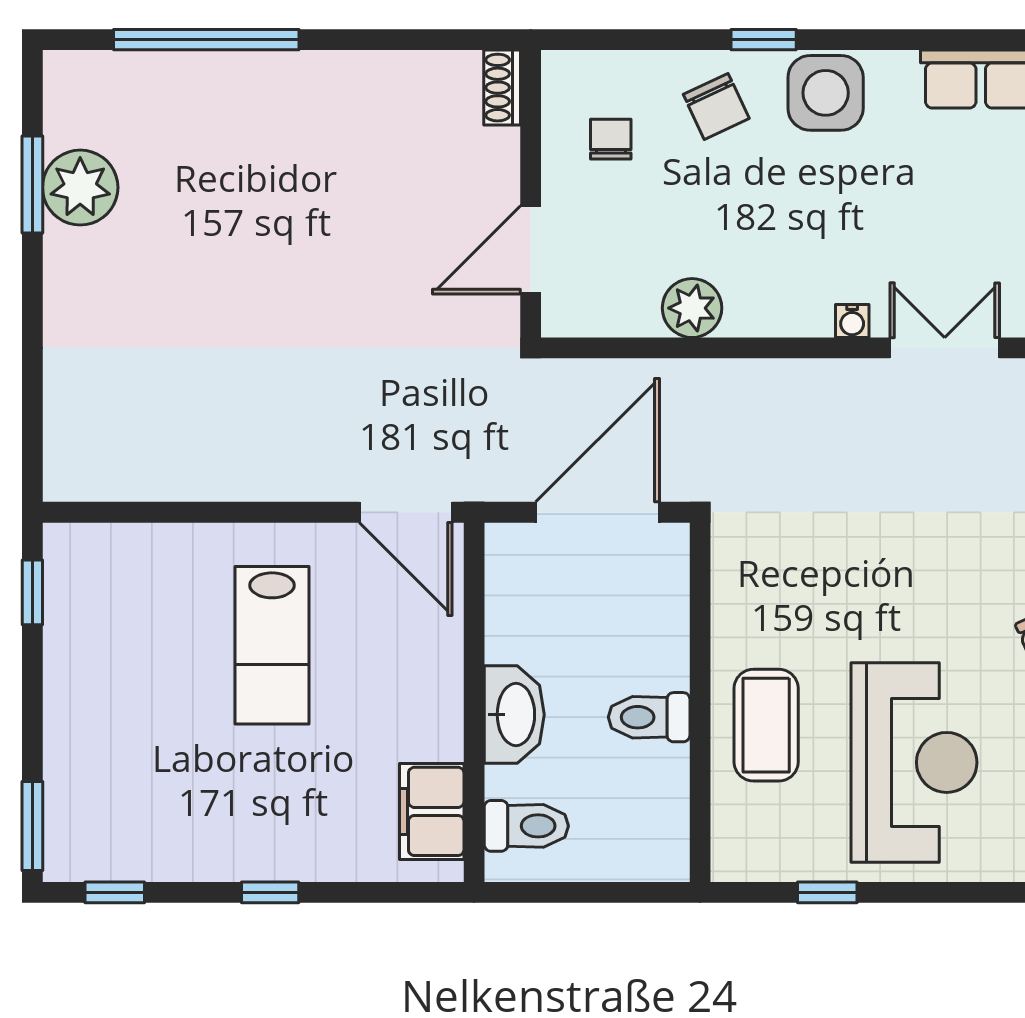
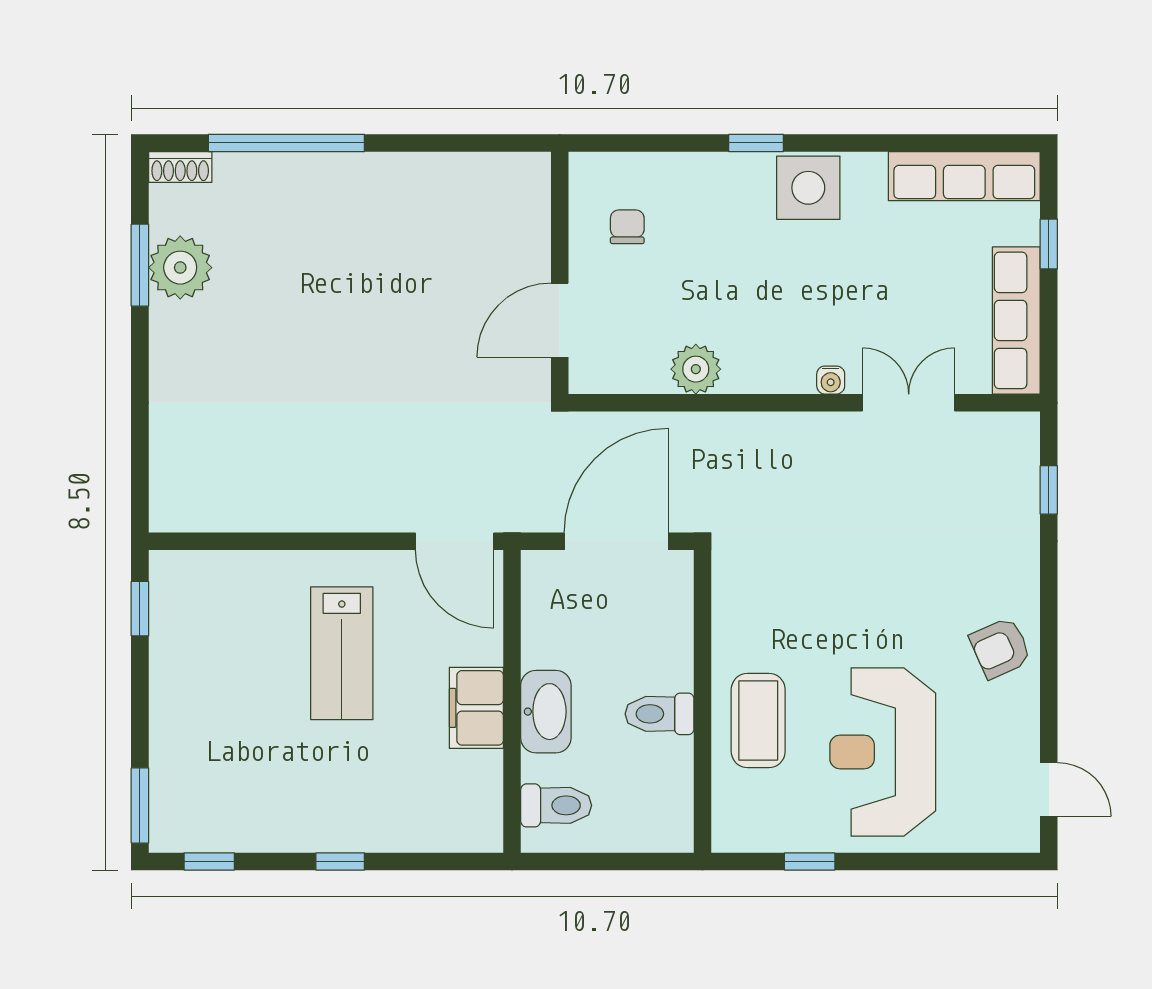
shoe rack: (502, 88) -> (180, 167), moved, turned -90
chair: (716, 106) -> (716, 199), removed
reception desk: (914, 762) -> (883, 752), turned 180
filing cabinet: (432, 811) -> (476, 708), moved

